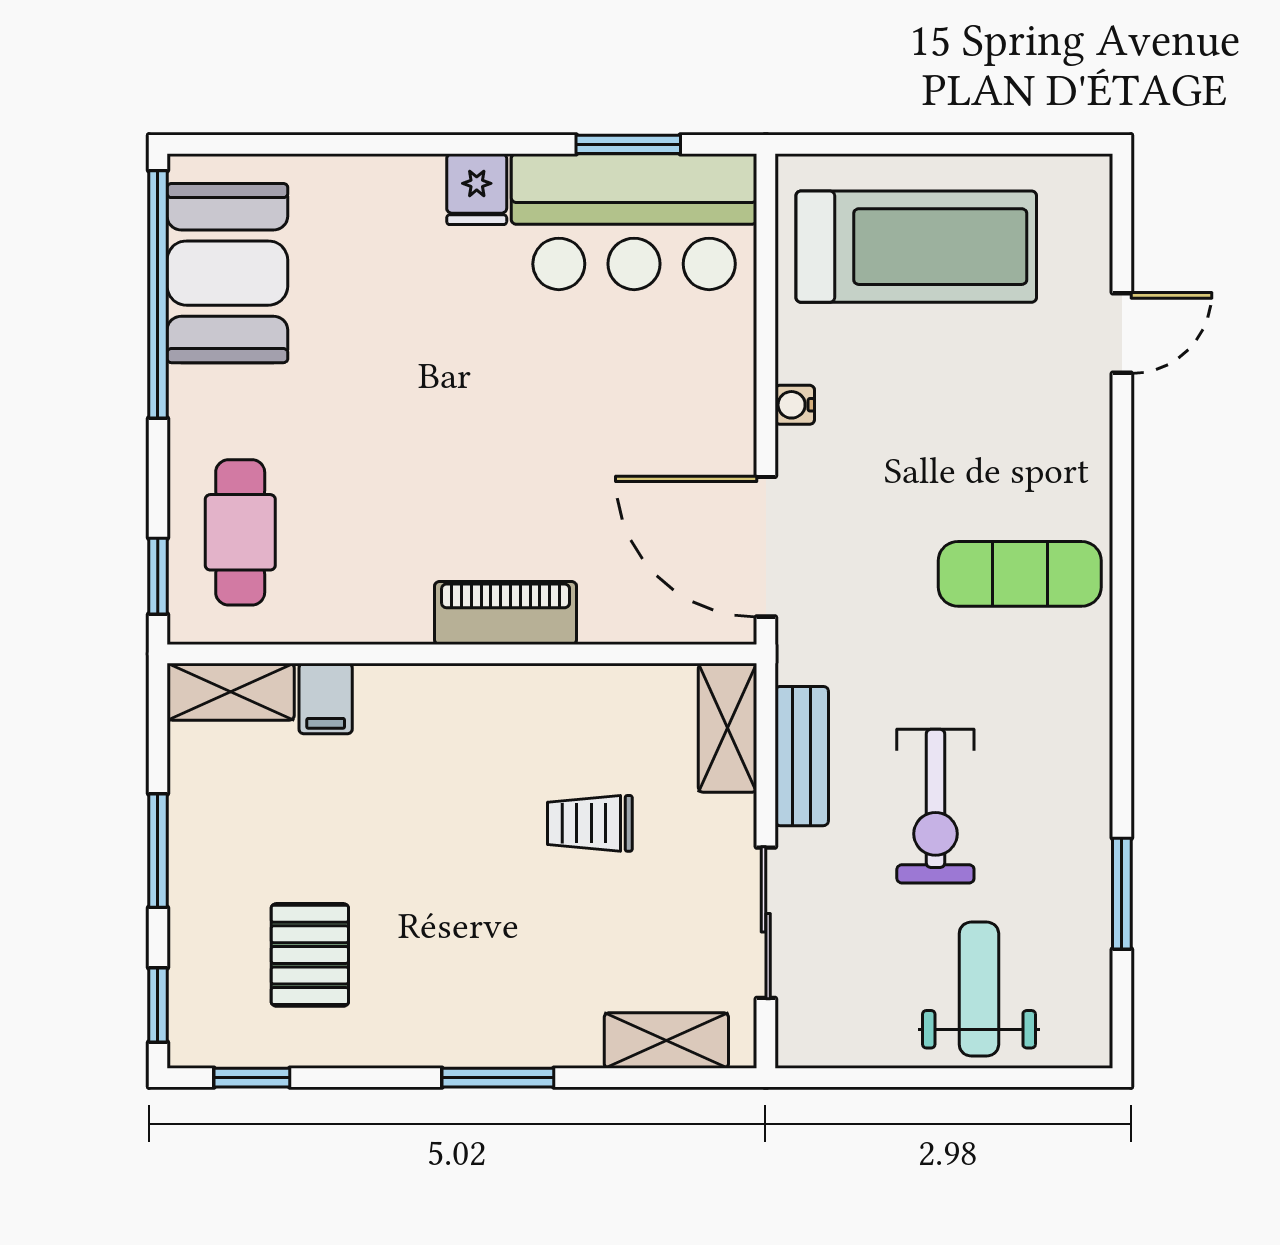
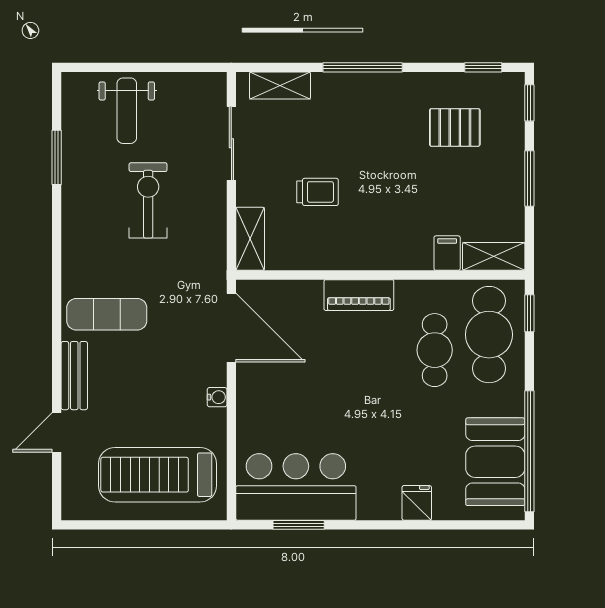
fridge: (477, 189) -> (417, 503), moved
cafe table: (351, 501) -> (435, 350), added
cafe table: (240, 532) -> (489, 335), width x1.37, depth x1.35
bench: (802, 756) -> (74, 376), moved
pallet: (310, 955) -> (455, 127), turned 90
window: (498, 1078) -> (363, 67), width x1.44

